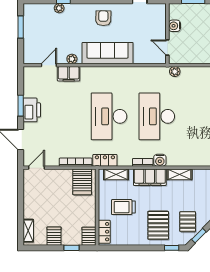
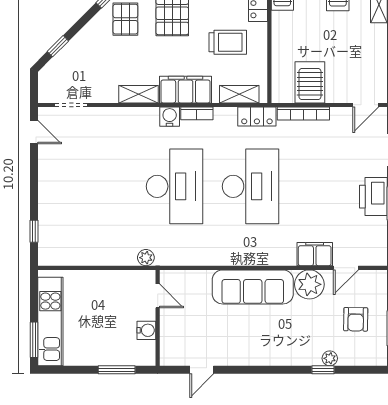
armchair: (103, 18) -> (356, 319), moved
plant: (72, 59) -> (309, 284), width x1.88, depth x1.88
server rack: (82, 182) -> (310, 82), moved

